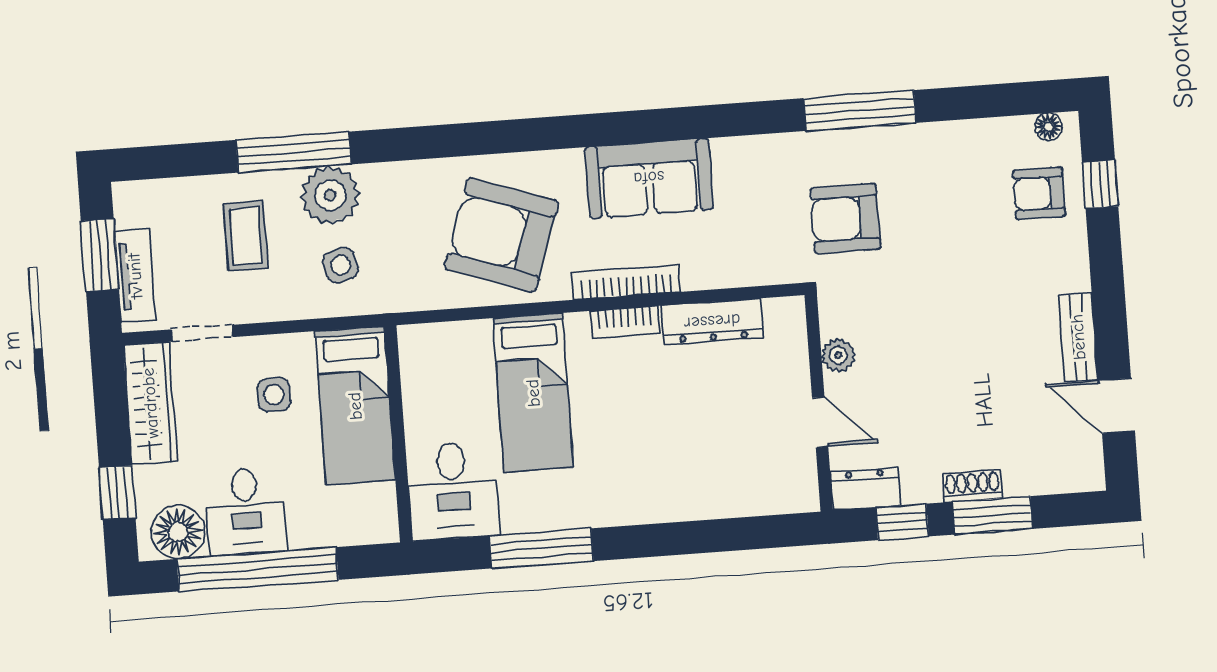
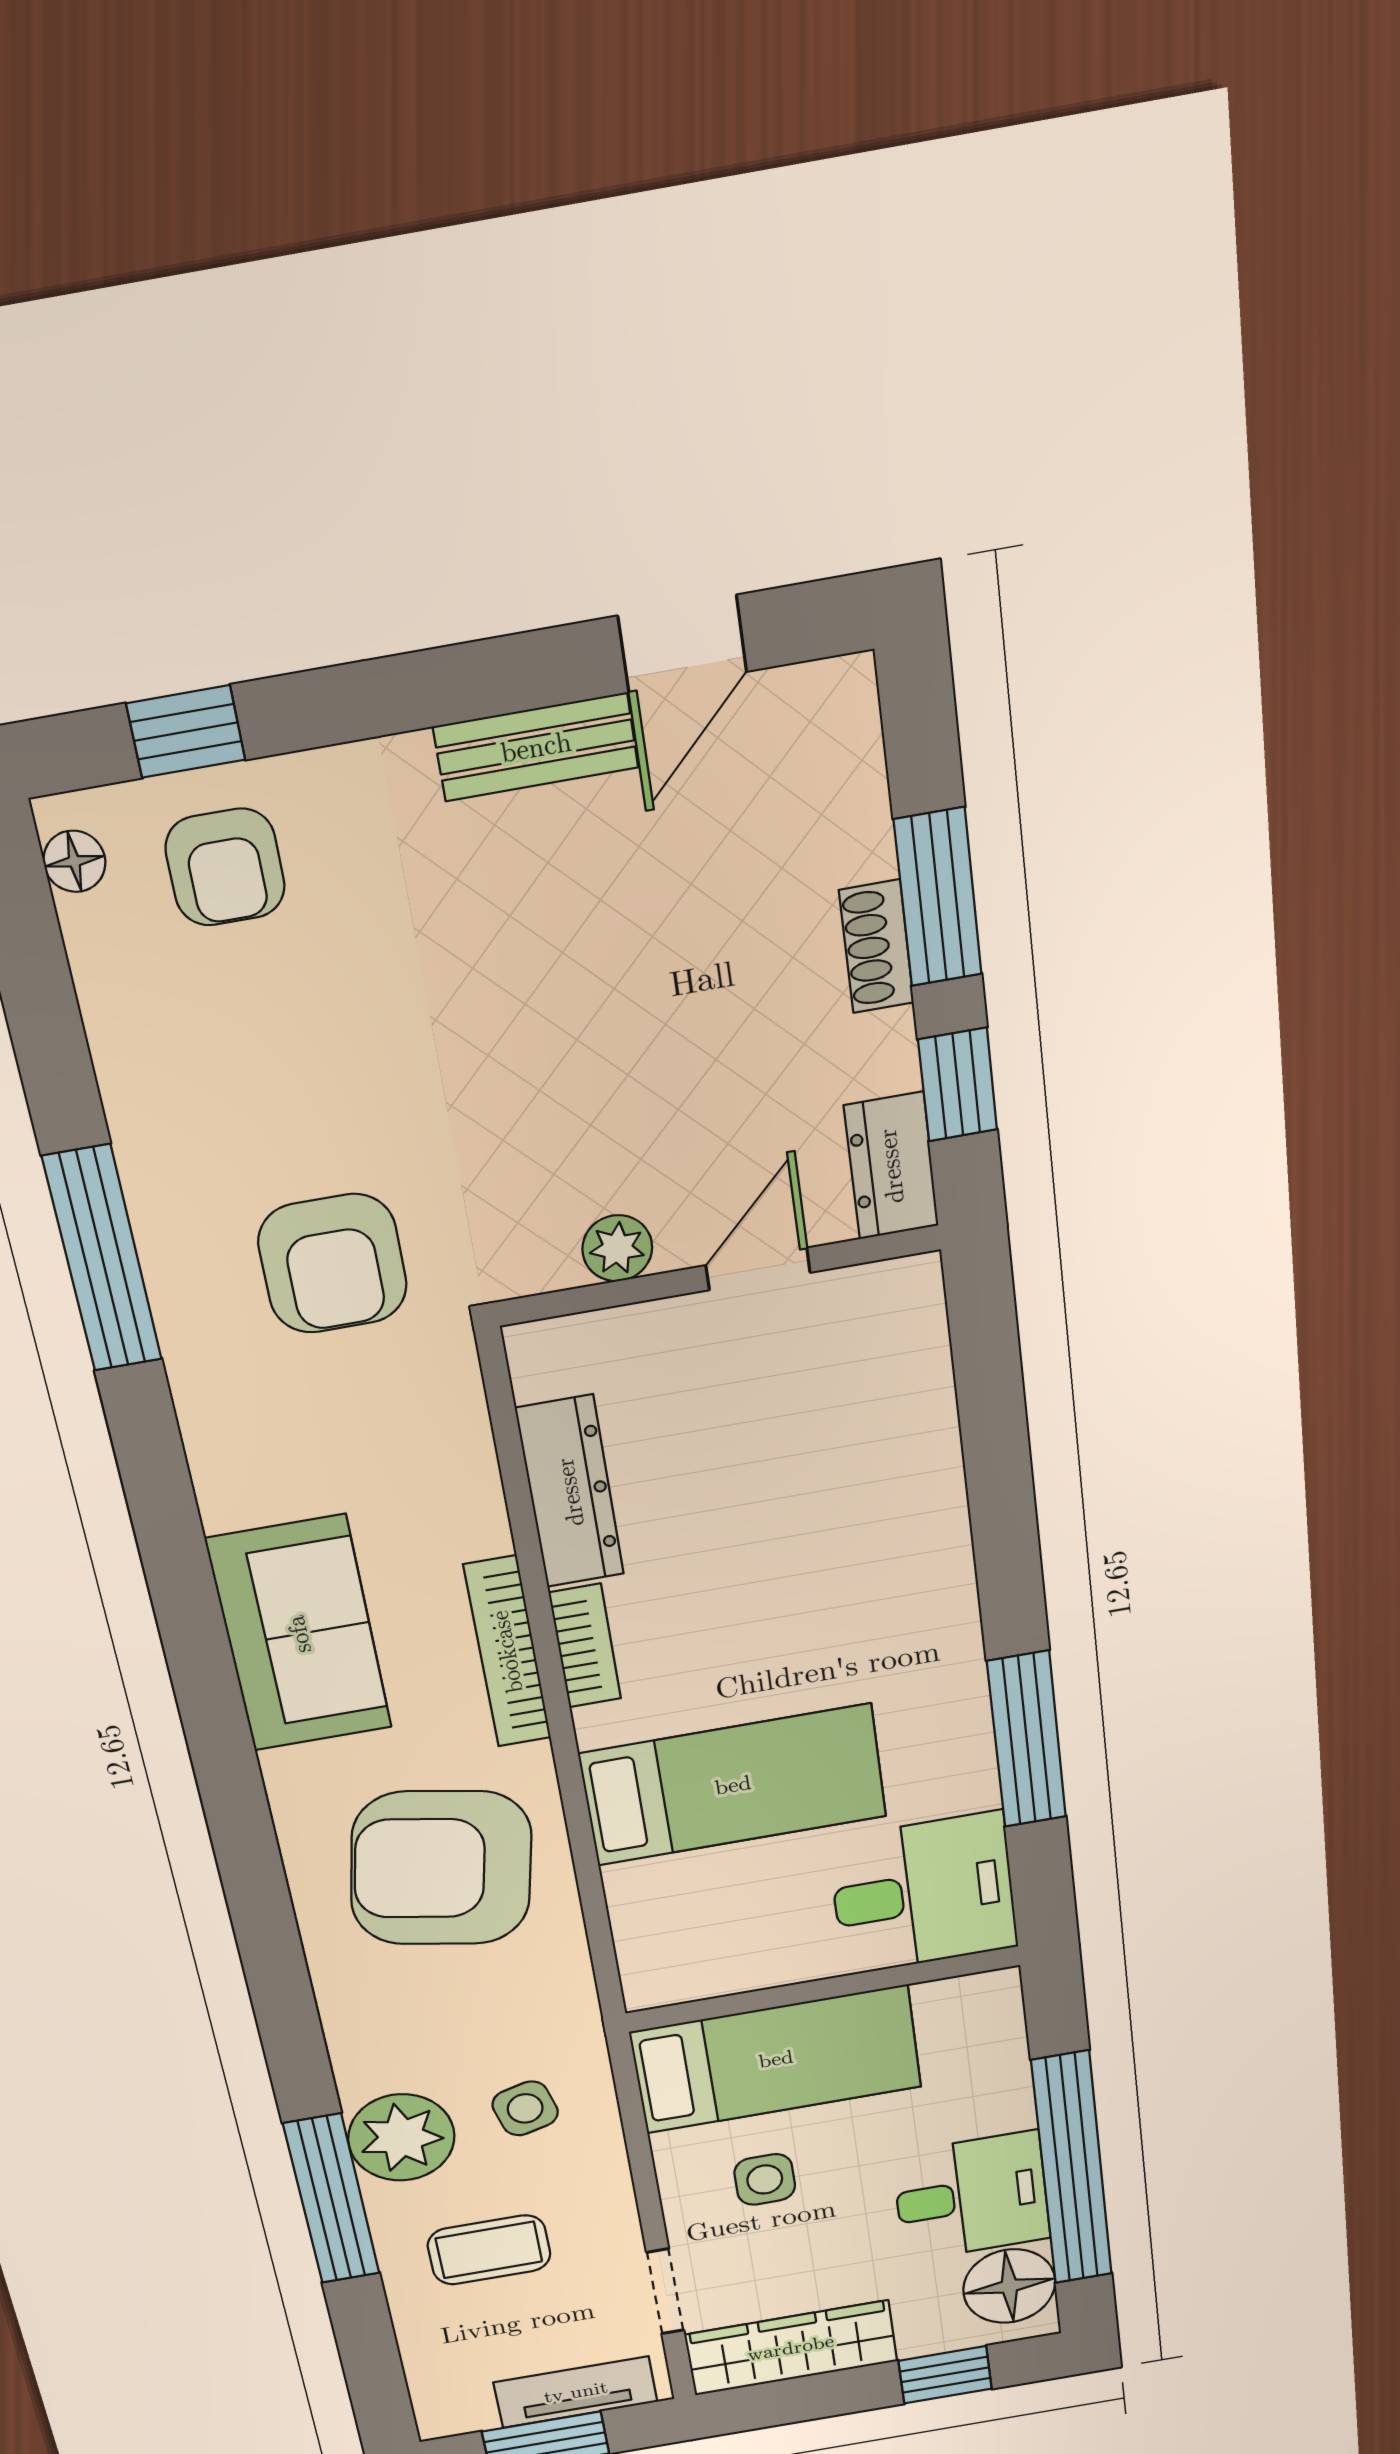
armchair: (501, 235) -> (441, 1868), turned 82

